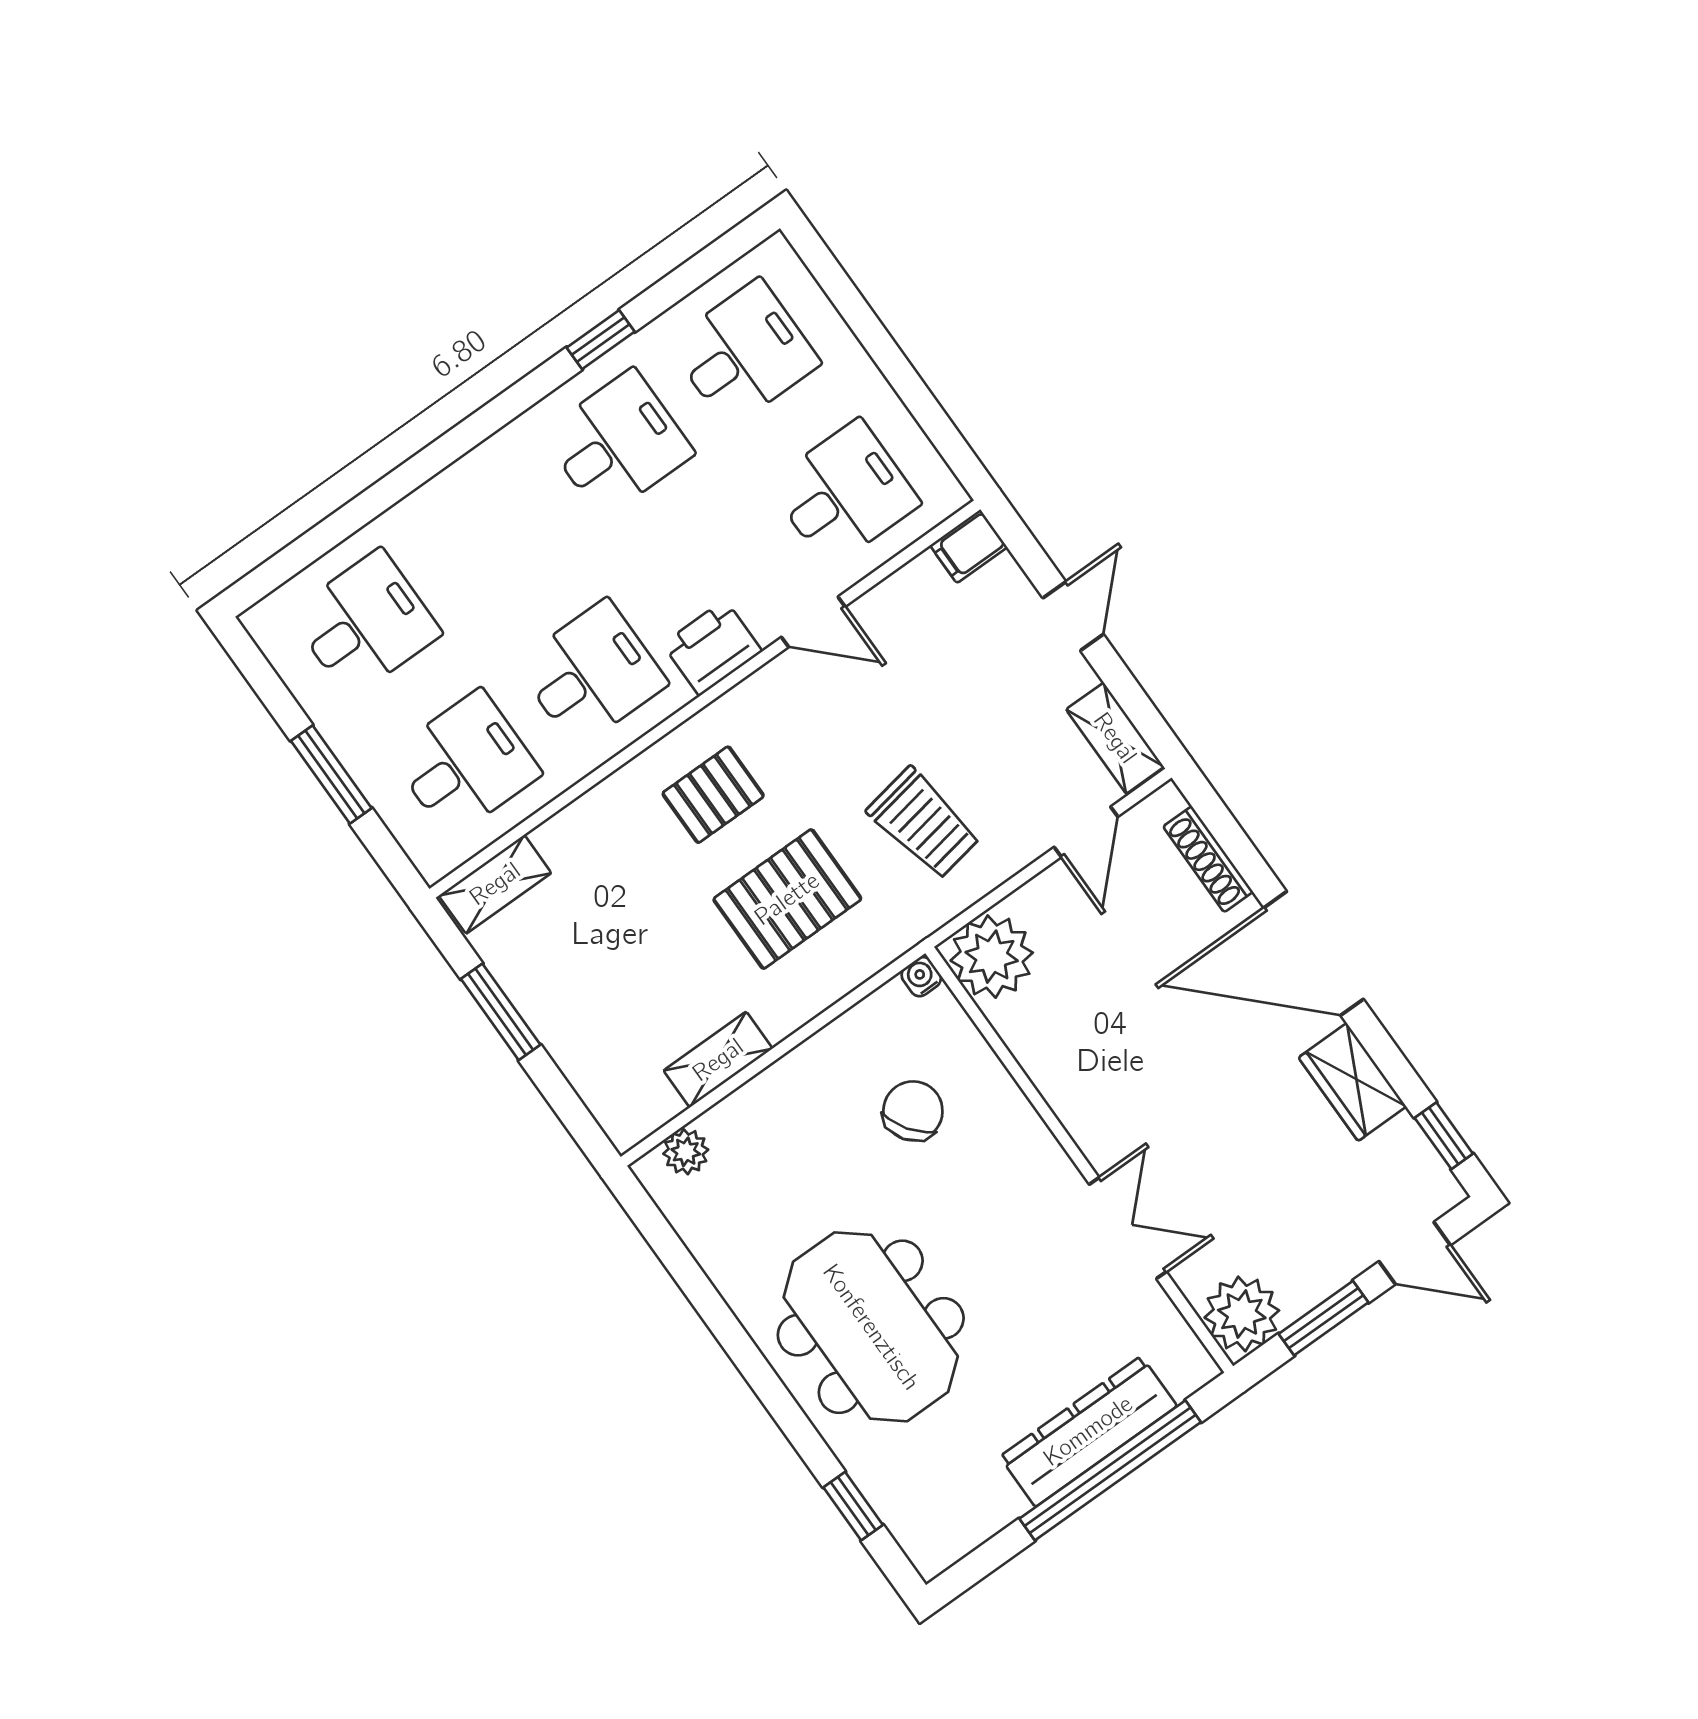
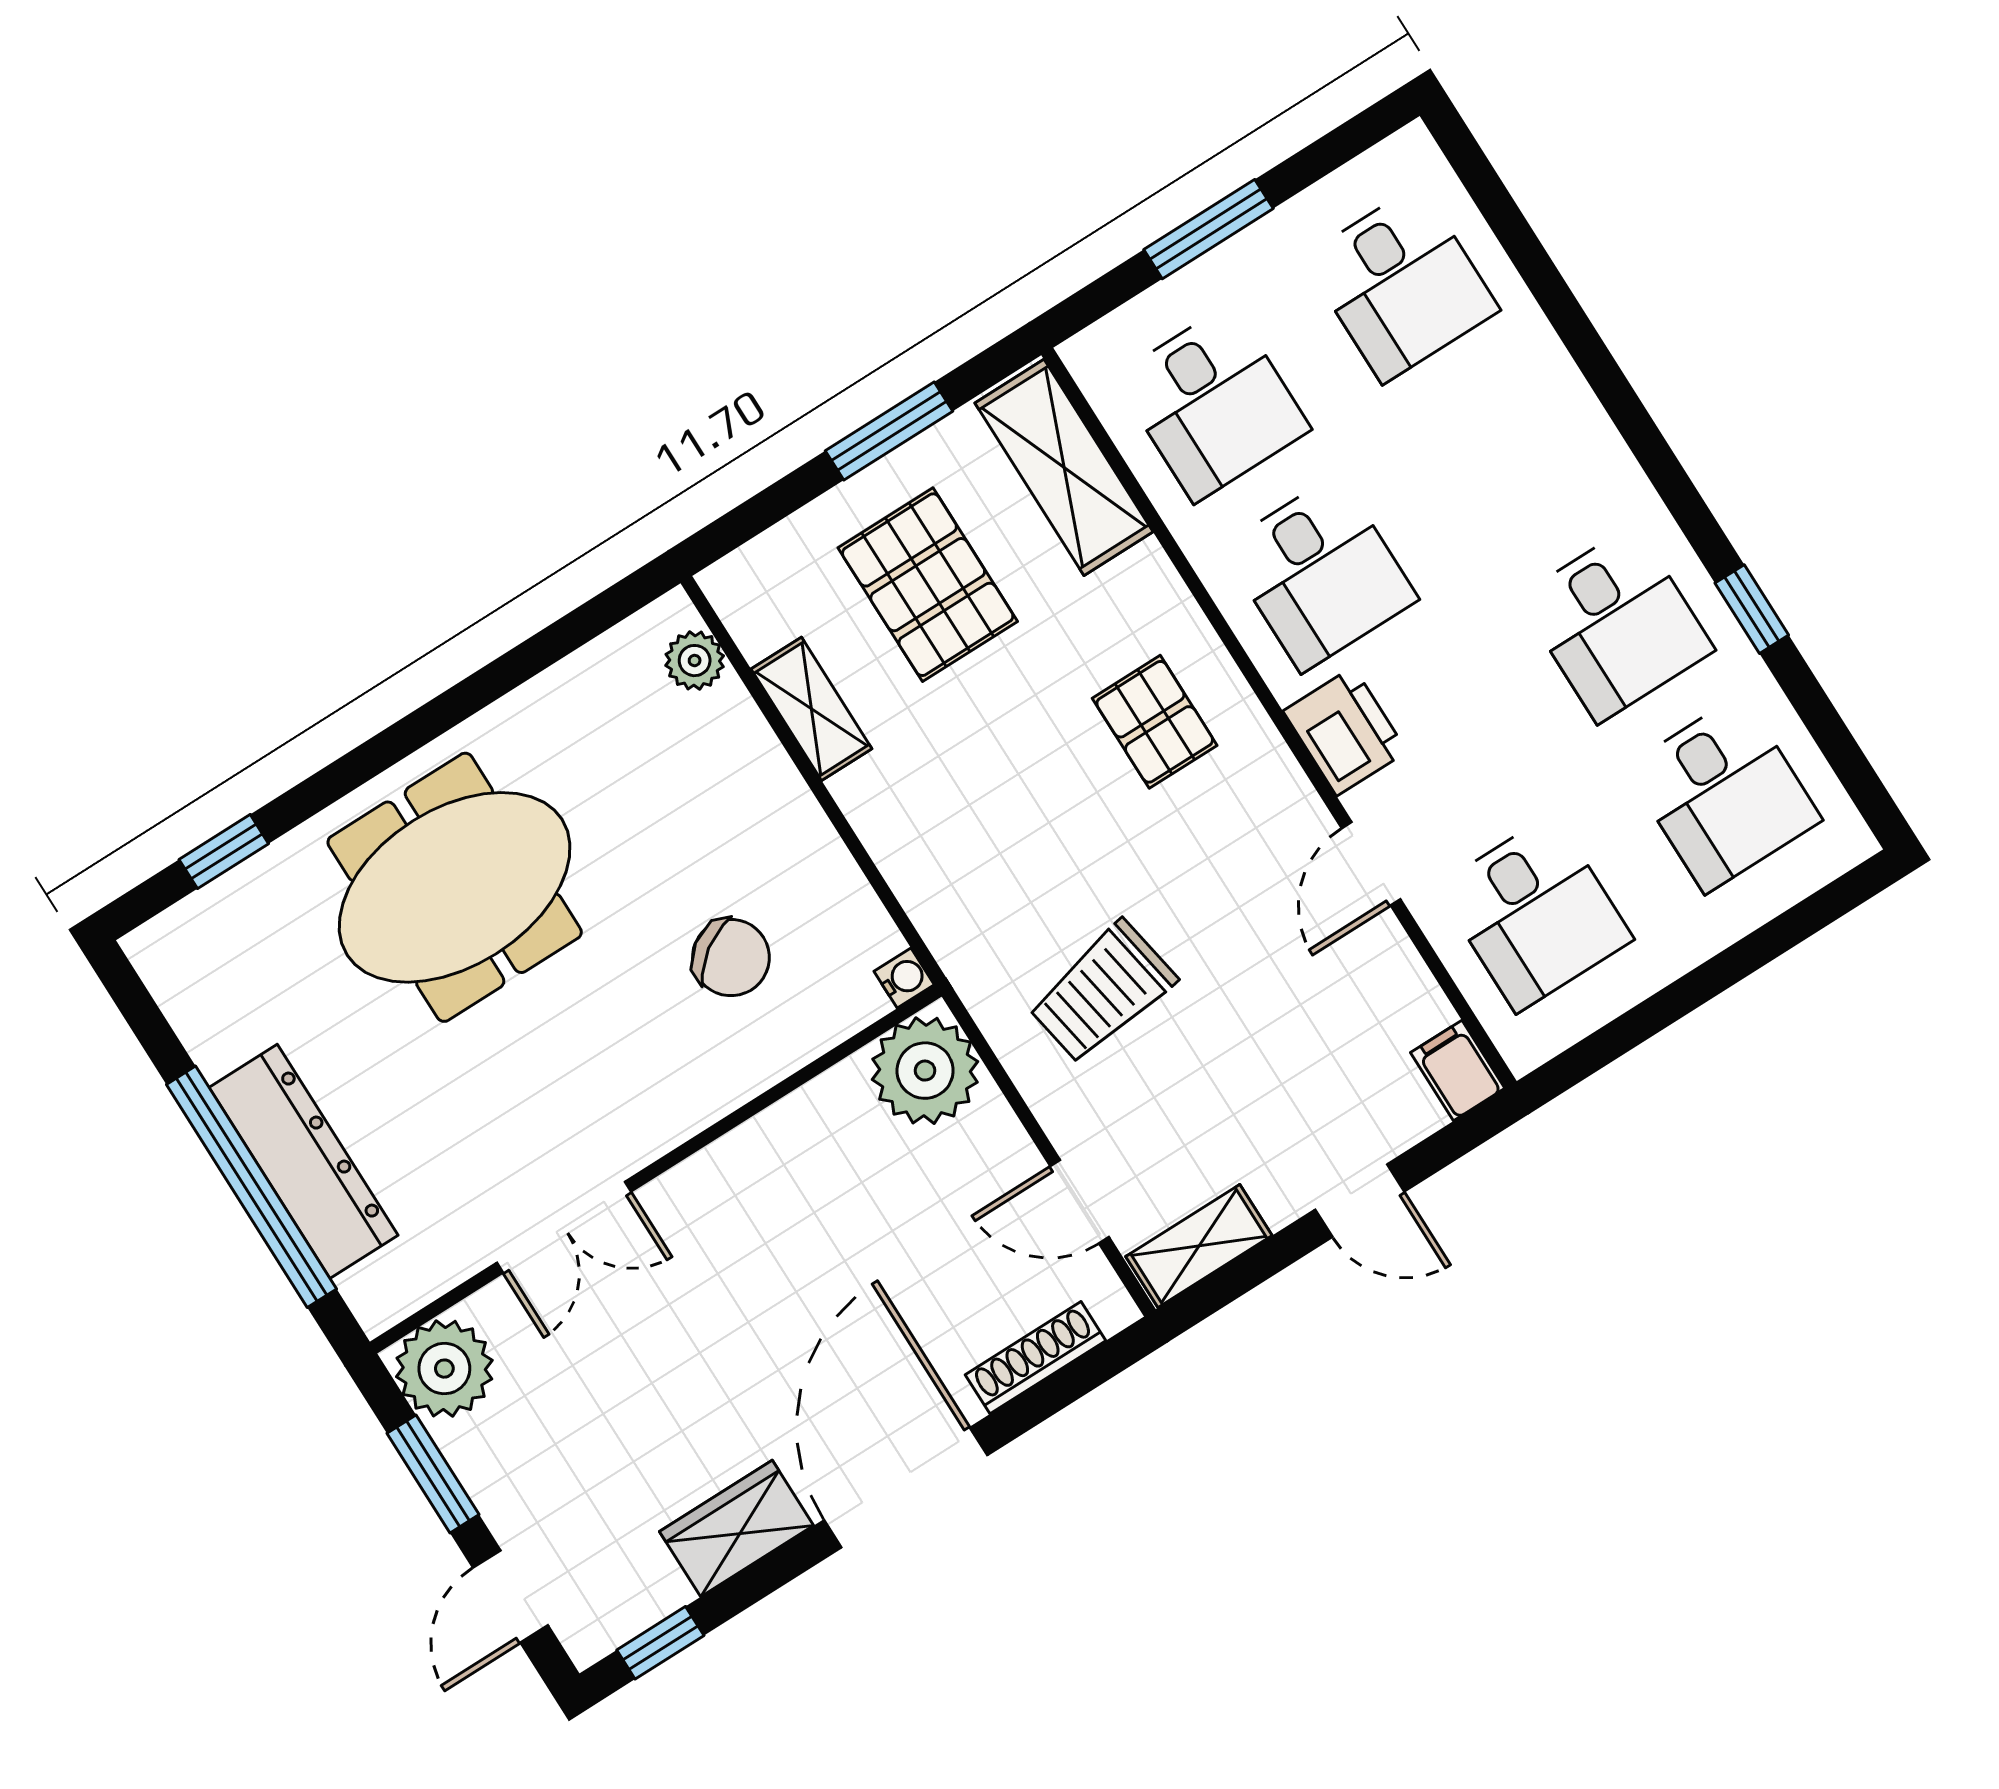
shelving: (495, 884) -> (1064, 467), width x1.50, depth x1.33
pallet: (787, 899) -> (928, 585), moved

